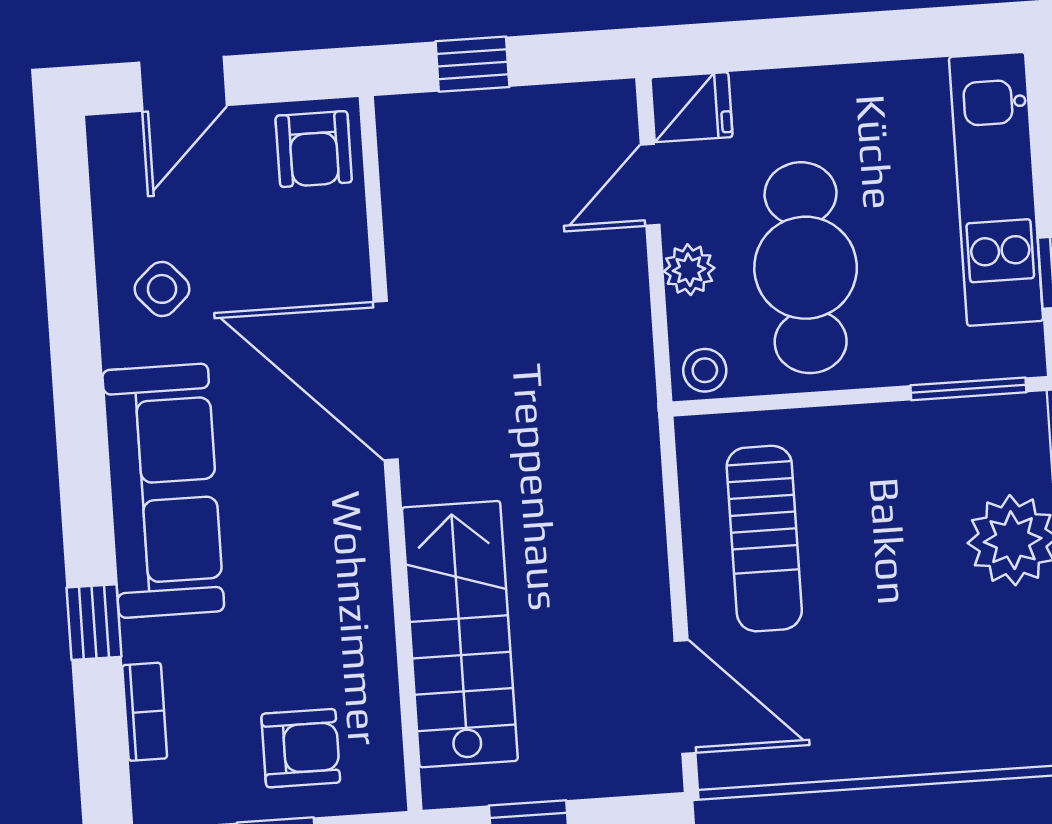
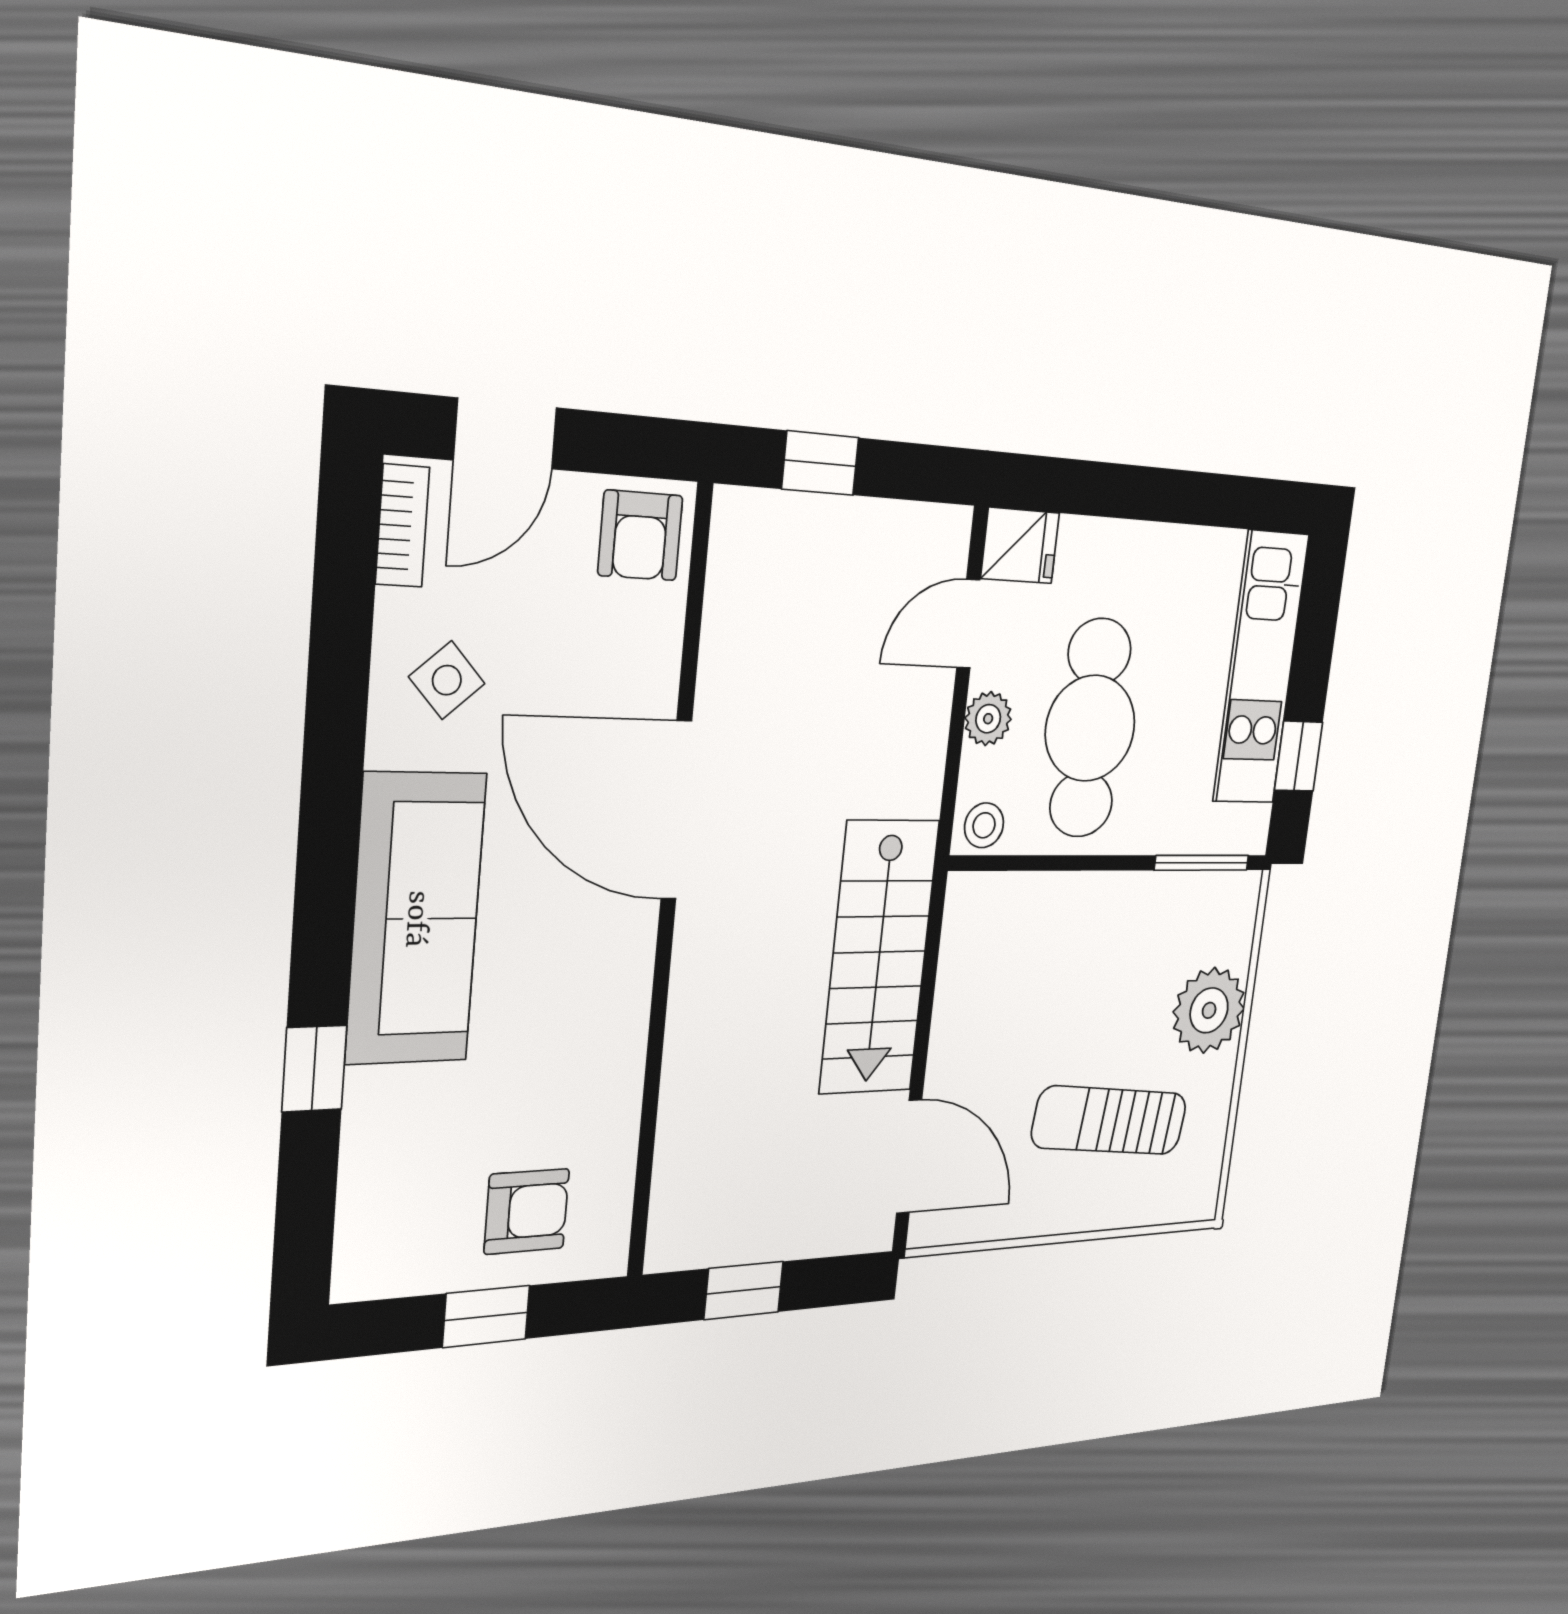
sun lounger: (764, 539) -> (1110, 1120), moved, turned 96
stairs: (460, 634) -> (879, 957), moved, turned 180
bookcase: (145, 712) -> (402, 526), moved

